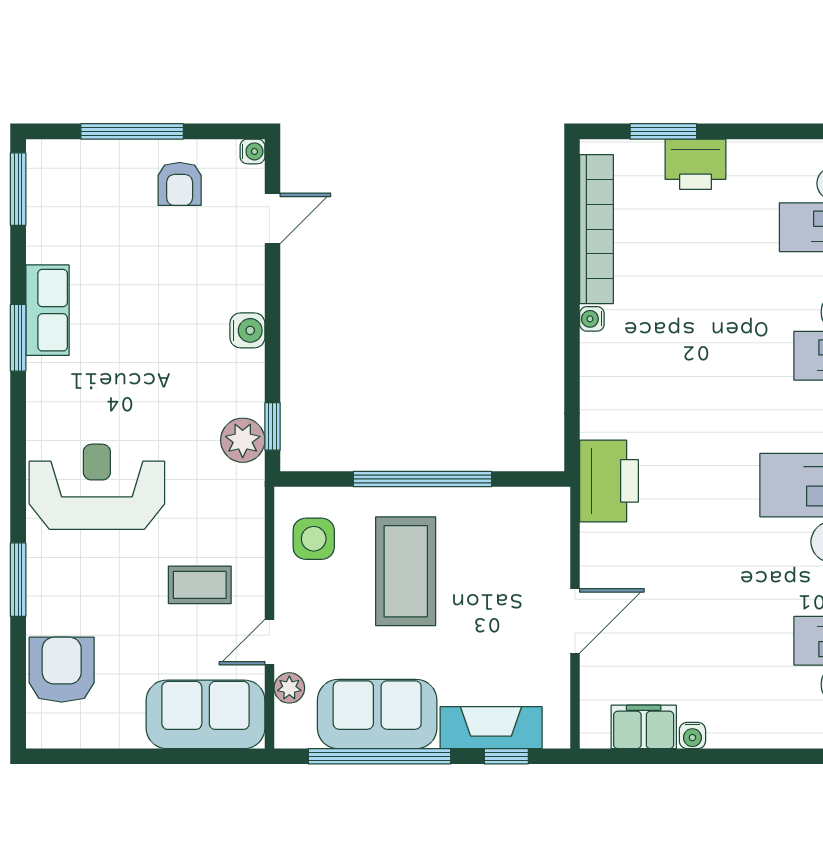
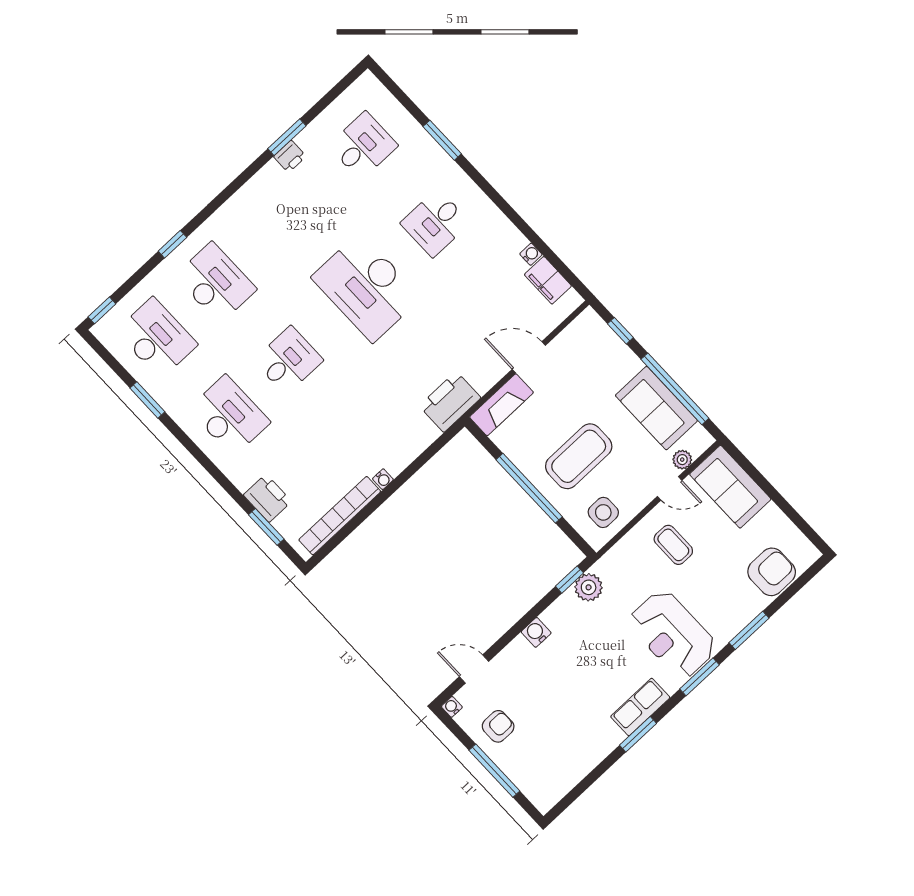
window: (18, 189) -> (699, 677), moved
row of seats: (47, 310) -> (640, 707), moved
armchair: (62, 670) -> (772, 572), turned 180
fireplace: (491, 728) -> (502, 405), moved, turned -90

